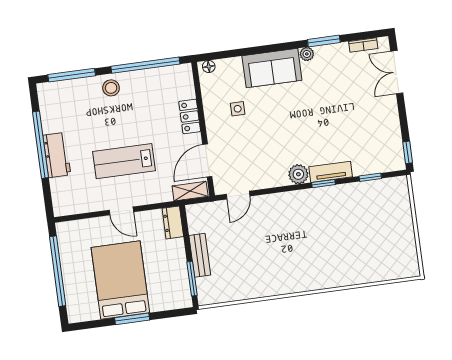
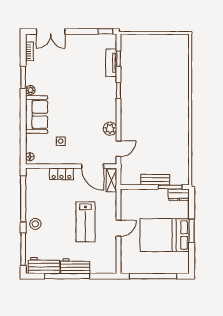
workbench: (52, 109) -> (44, 266), added
tv unit: (331, 172) -> (111, 63), moved
plant: (298, 174) -> (110, 129), moved
door: (238, 195) -> (118, 149), hinge flipped
dresser: (173, 222) -> (179, 195), moved

